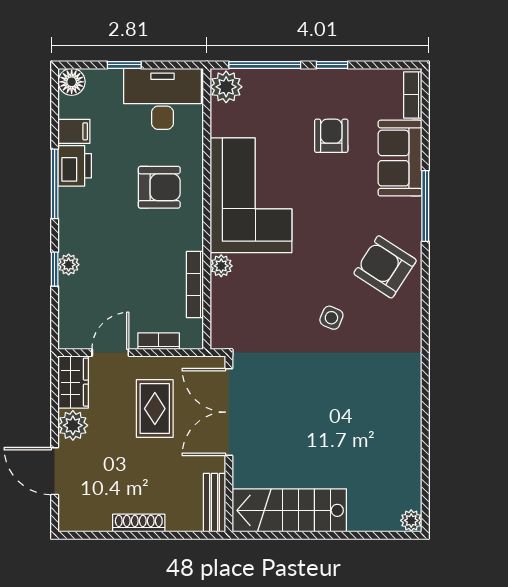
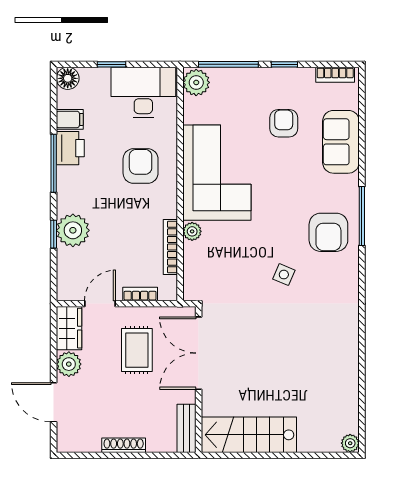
bookcase: (413, 95) -> (335, 75), moved, turned -90
armchair: (159, 187) -> (141, 166), turned -90
window: (425, 206) -> (362, 216), moved
plant: (69, 265) -> (73, 230), width x1.88, depth x1.88
armchair: (385, 267) -> (328, 232), turned -123

